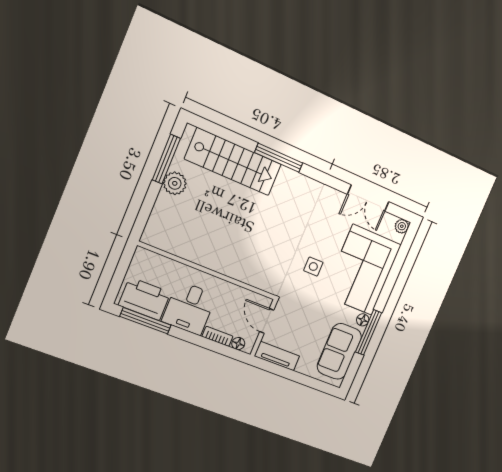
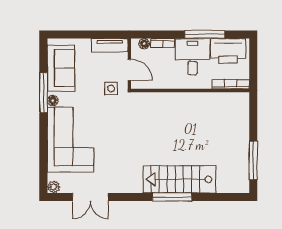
stairs: (233, 162) -> (179, 179), moved
plant: (175, 183) -> (240, 145), removed
double door: (368, 198) -> (90, 197), swing flipped
bookcase: (157, 259) -> (231, 84), added
side table: (313, 267) -> (111, 88), moved
window: (146, 321) -> (205, 34), moved

